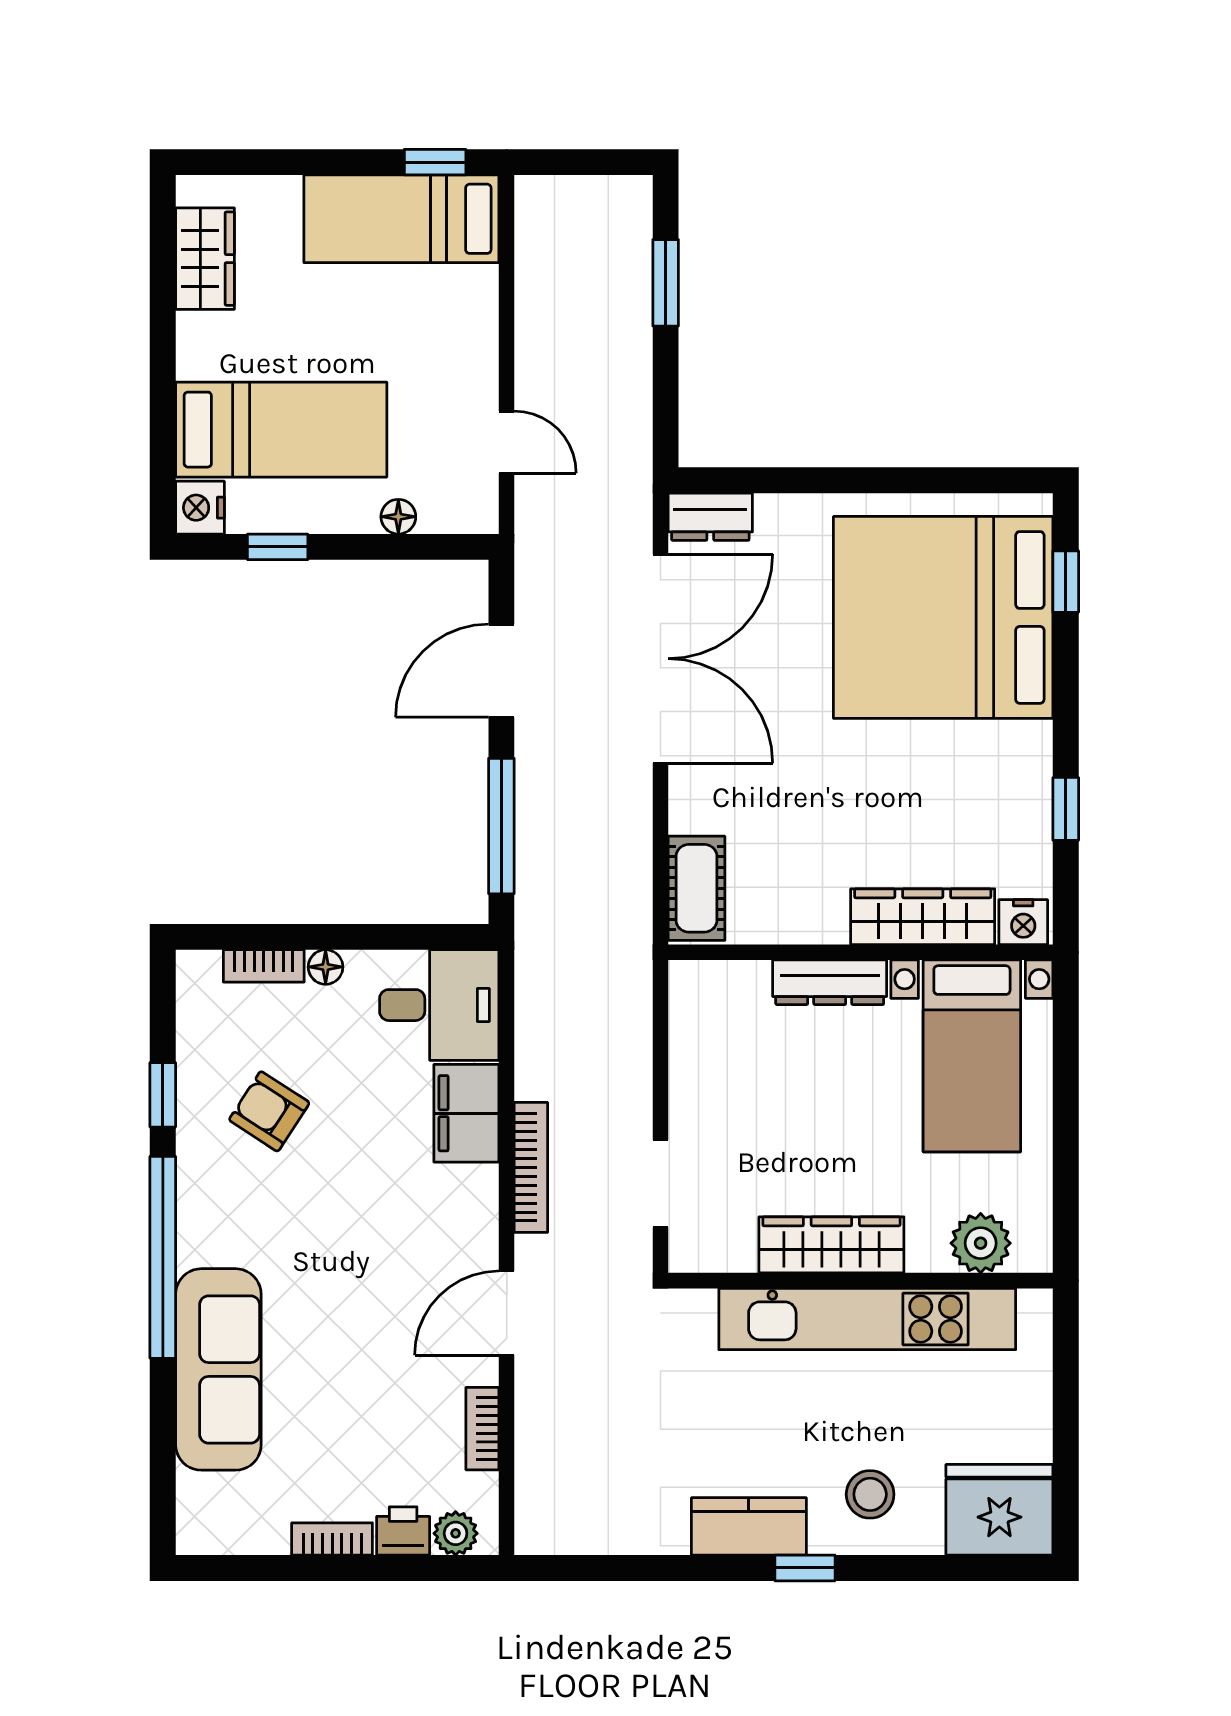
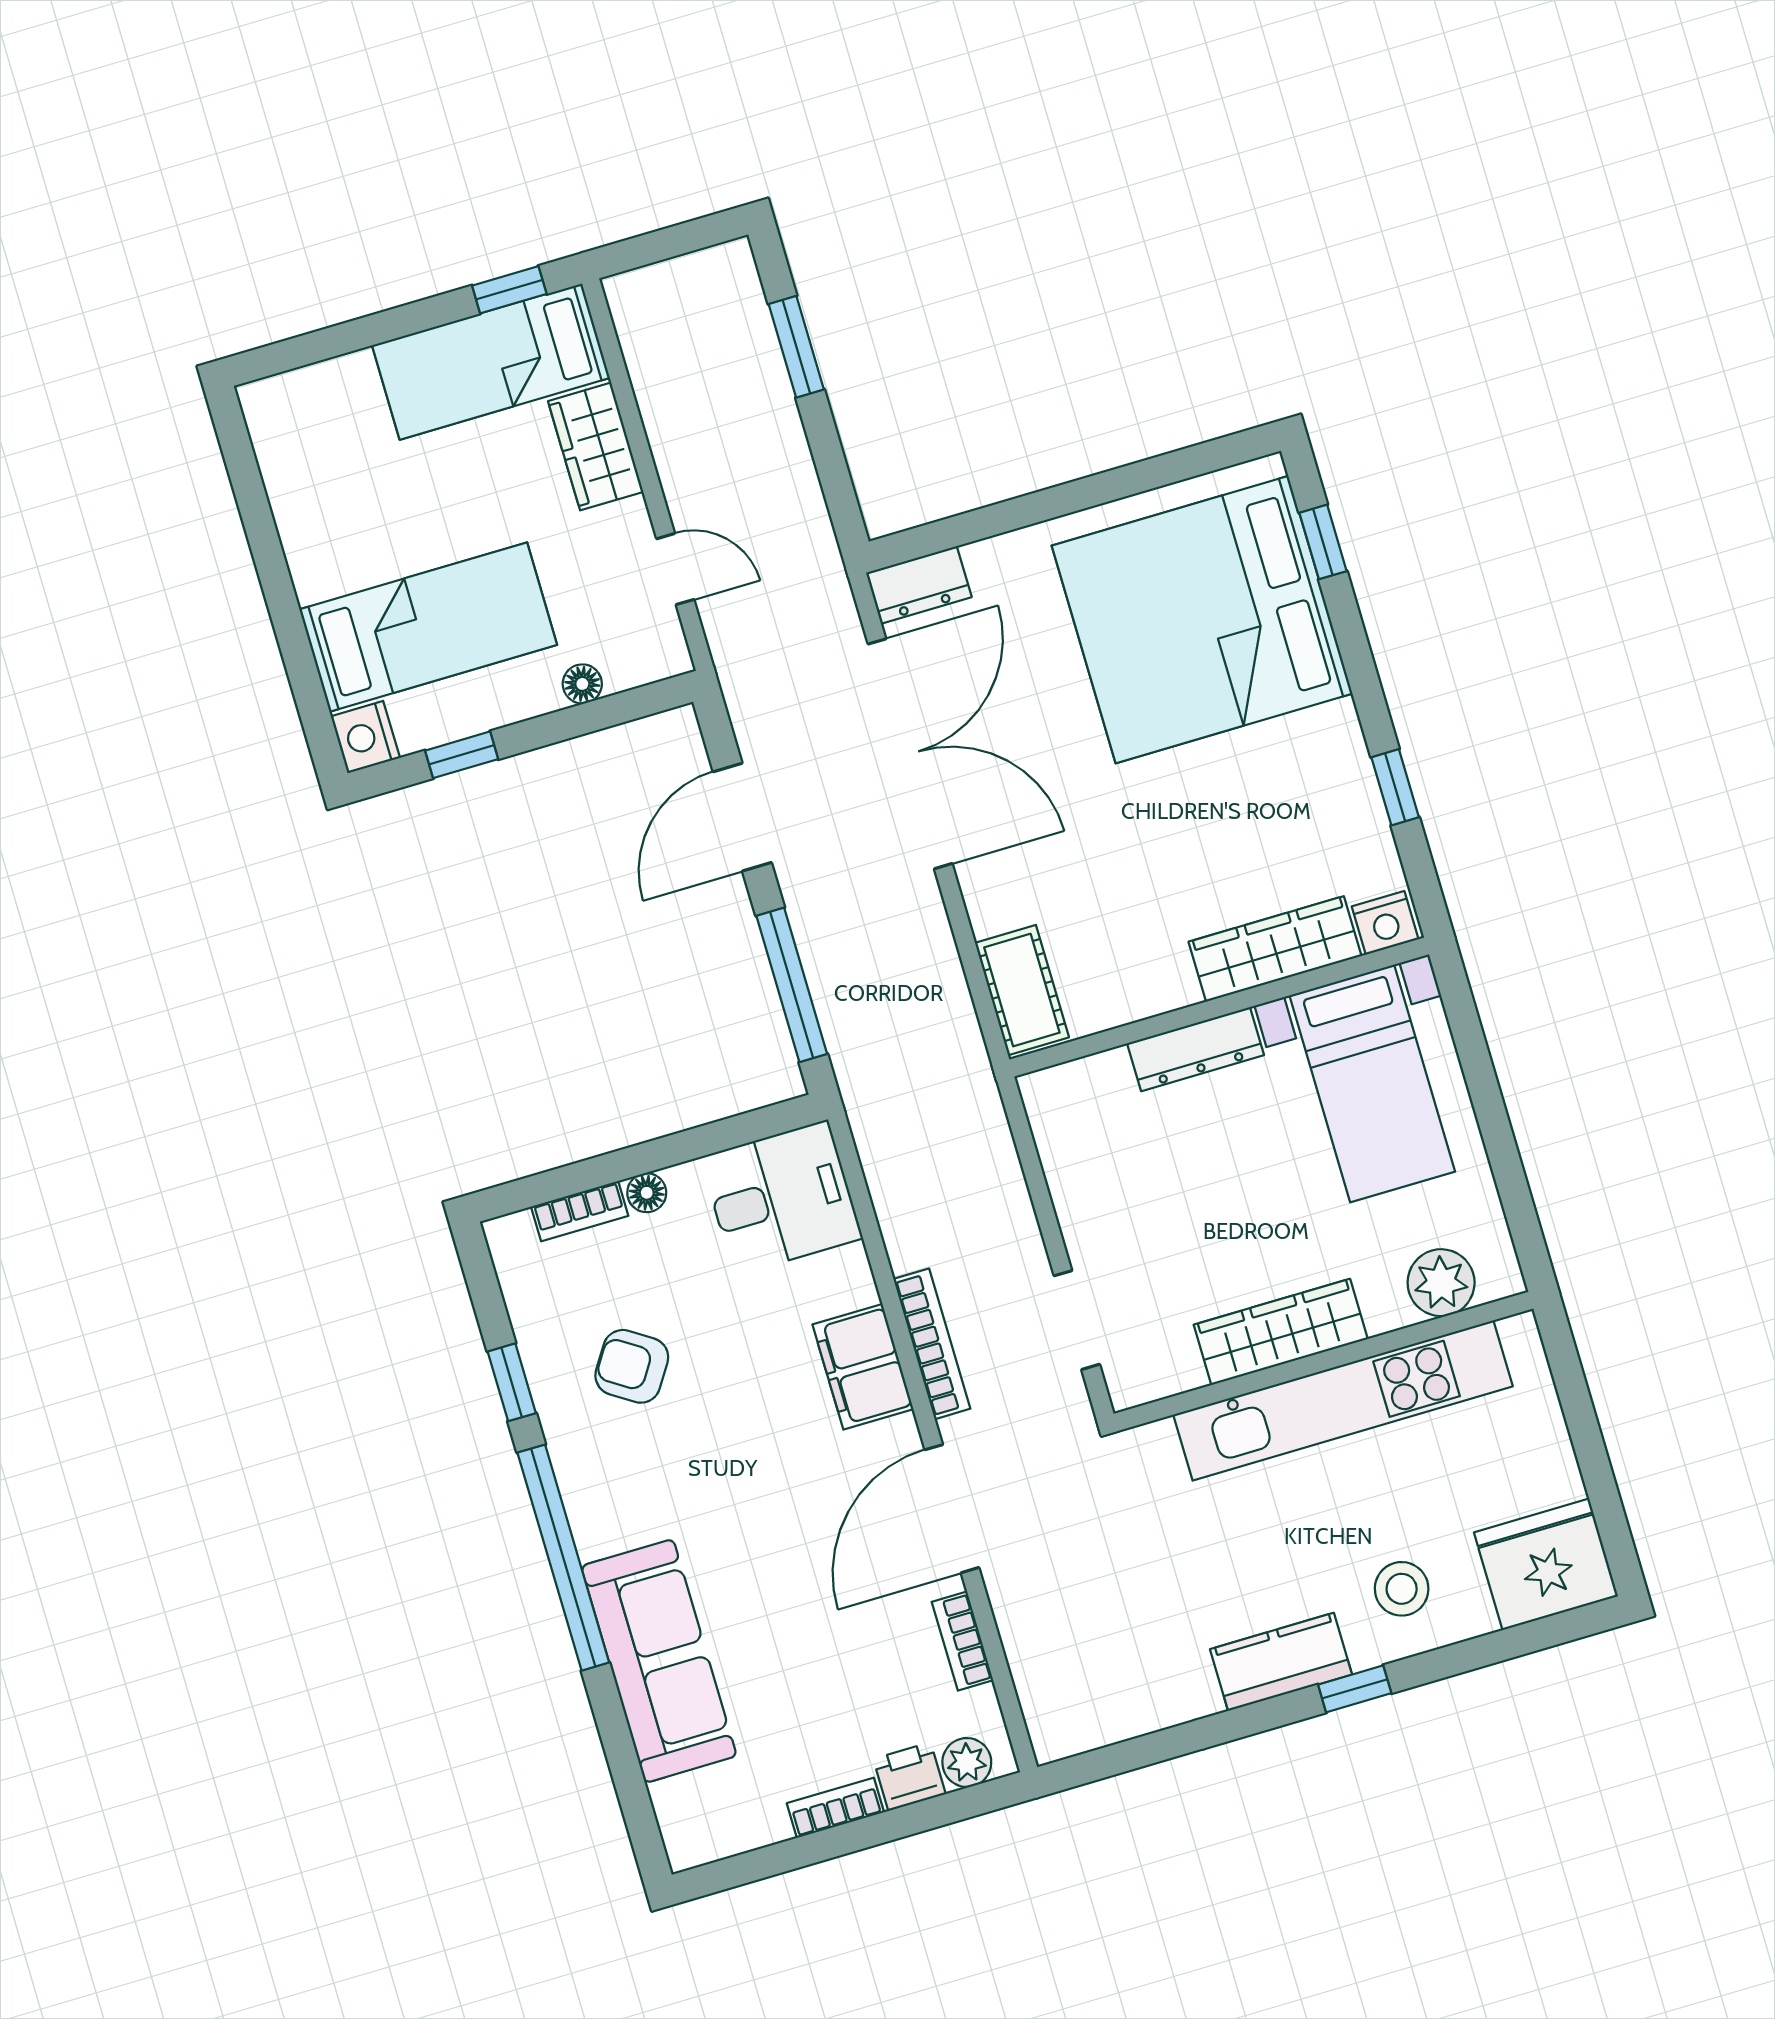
wardrobe: (205, 259) -> (596, 446), moved, turned 180
filing cabinet: (466, 1113) -> (863, 1367), moved
door: (507, 1313) -> (952, 1509), width x1.36

